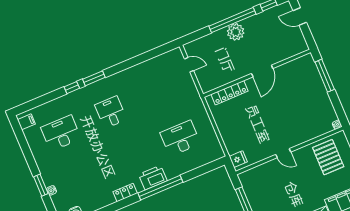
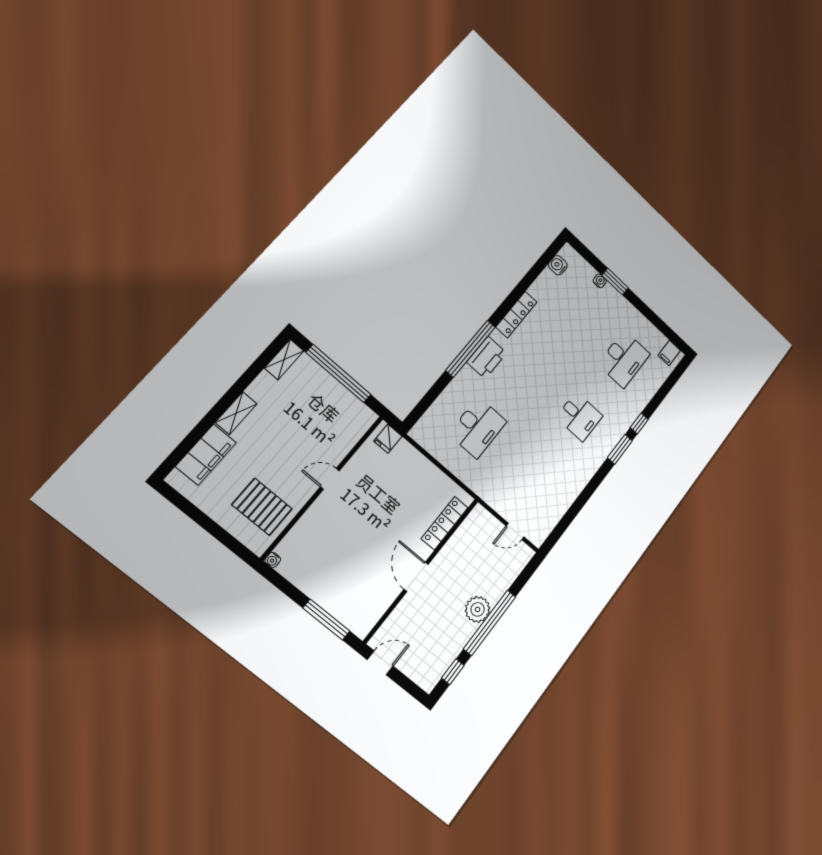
door: (300, 16) -> (380, 663), moved
locker: (125, 193) -> (516, 315), width x1.53

